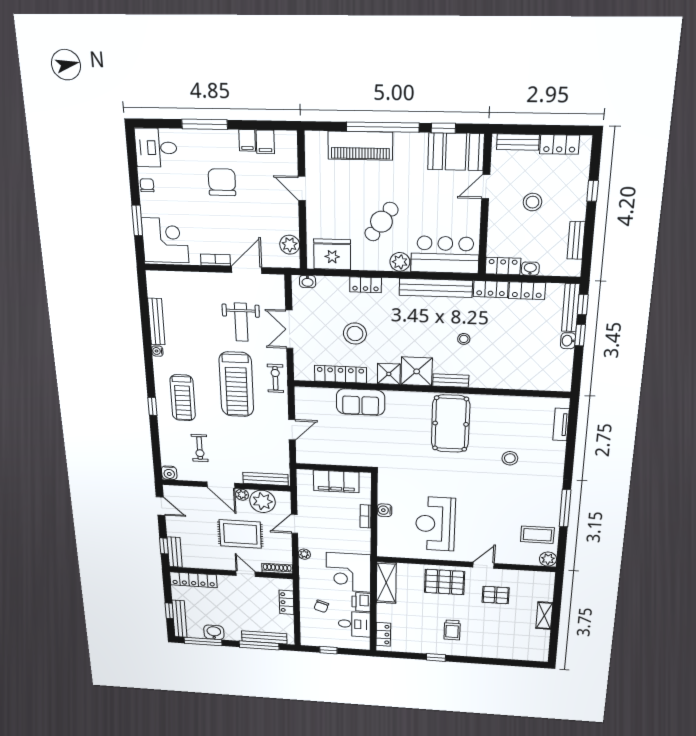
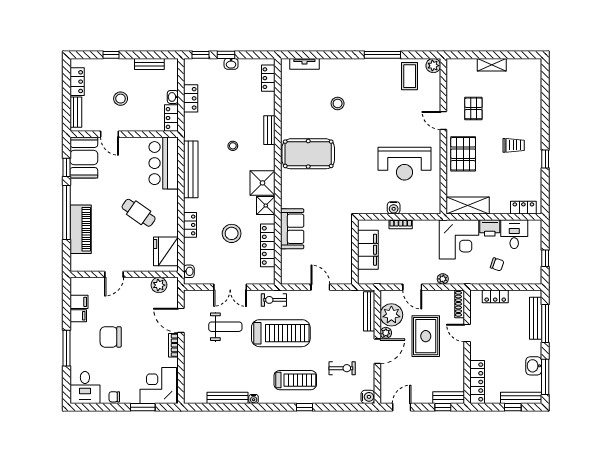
plant: (400, 262) -> (170, 198), removed
locker: (491, 289) -> (268, 78), moved, turned 180
bench: (571, 308) -> (203, 64), removed
bench: (451, 381) -> (269, 130), moved
door: (246, 574) -> (467, 333), hinge flipped

